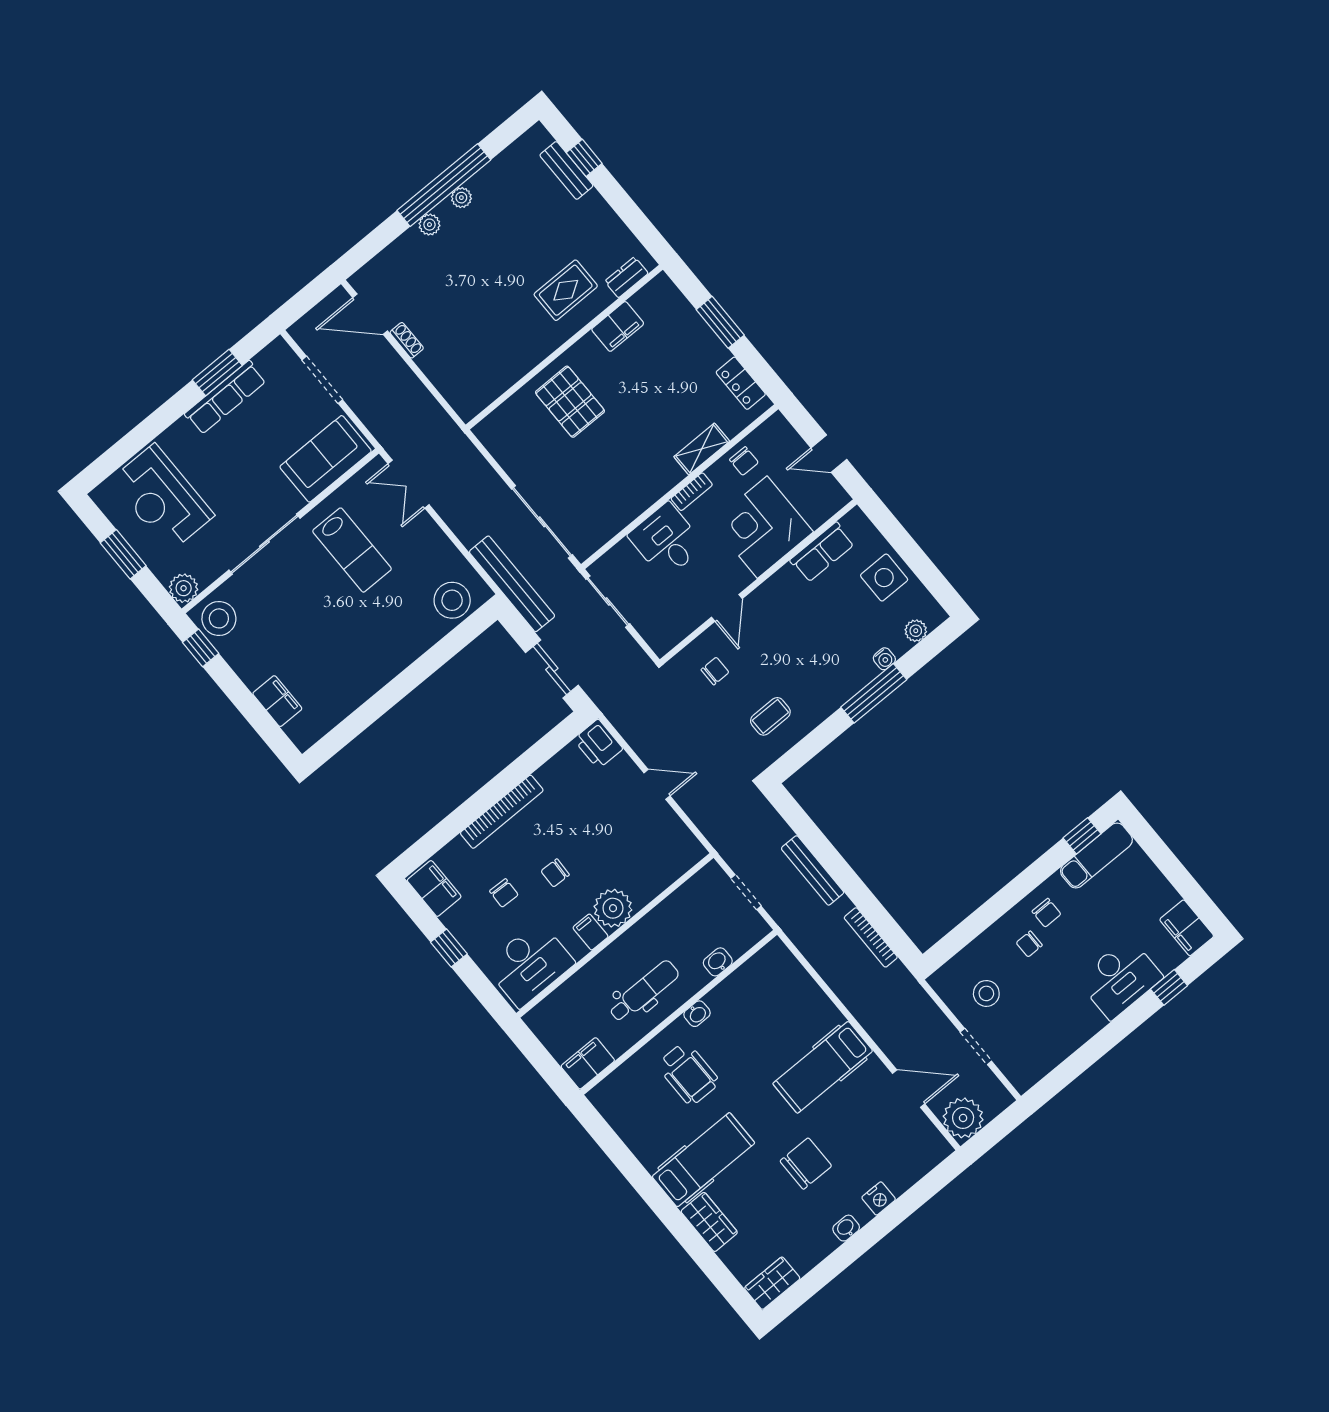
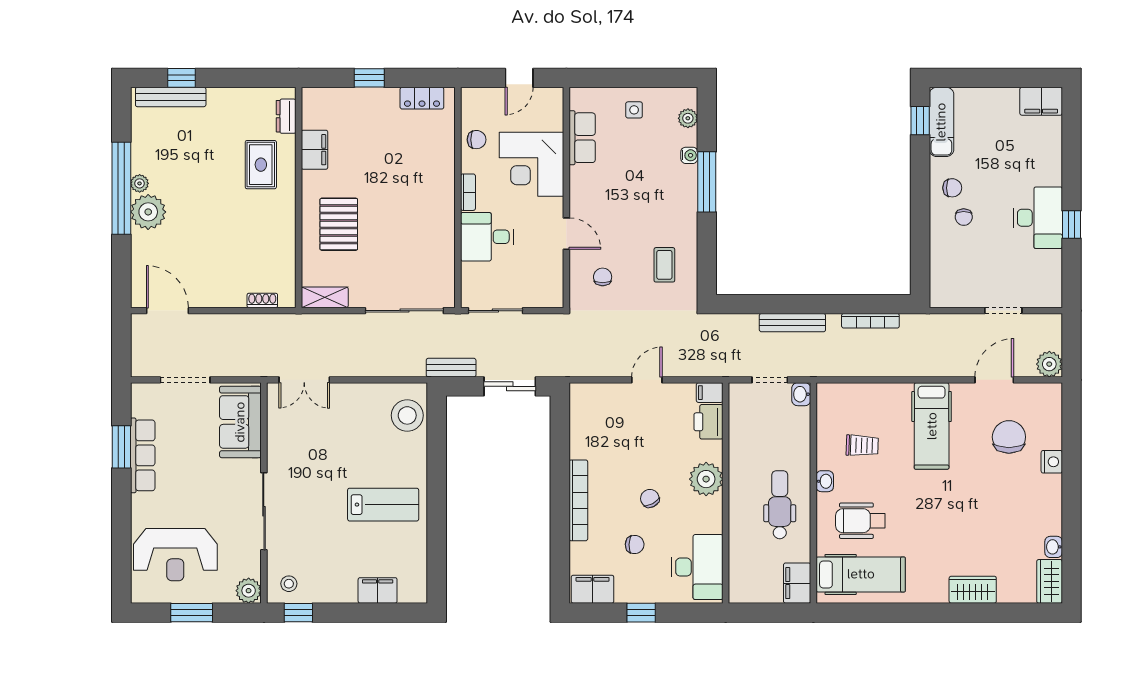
bench: (566, 170) -> (171, 97), width x1.36
plant: (429, 225) -> (148, 212), width x1.87, depth x1.87
door: (370, 314) -> (167, 311), swing flipped
window: (720, 322) -> (369, 78), width x0.67
shoe rack: (407, 340) -> (262, 300), moved
pallet: (570, 402) -> (339, 224), turned 90
shelving: (702, 449) -> (325, 297), moved, turned 90
lab bench: (352, 550) -> (383, 505), moved
side table: (884, 578) -> (634, 110), width x0.54, depth x0.54
bench: (512, 584) -> (451, 368), width x0.54, depth x0.82
stool: (219, 618) -> (289, 584), width x0.53, depth x0.53
printer: (598, 744) -> (708, 422), moved, turned 90
chair: (555, 873) -> (650, 498), turned 150
filing cabinet: (590, 932) -> (710, 393), moved
washbasin: (718, 962) -> (801, 394), moved
desk: (1120, 978) -> (1038, 218), moved
window: (1169, 987) -> (1071, 224), moved
stool: (986, 993) -> (973, 274), removed
trolley: (755, 1021) -> (862, 445), added
wheelchair: (688, 1074) -> (860, 521), turned 180
plant: (963, 1118) -> (1049, 364), width x0.73, depth x0.73
hospital bed: (703, 1160) -> (861, 574), moved, turned 90
chair: (806, 1163) -> (1009, 437), moved
washbasin: (846, 1228) -> (1054, 547), moved

